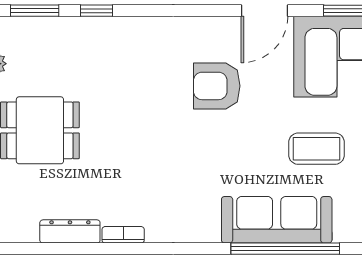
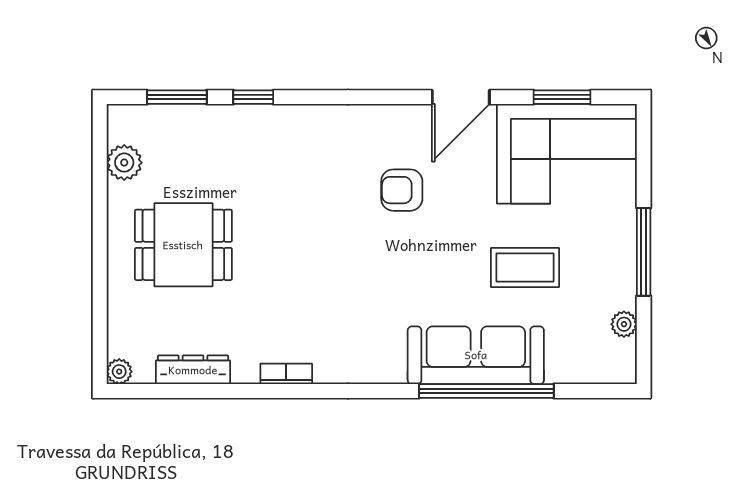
armchair: (217, 86) -> (402, 190), width x0.72, depth x0.72
dresser: (70, 231) -> (193, 370), moved

